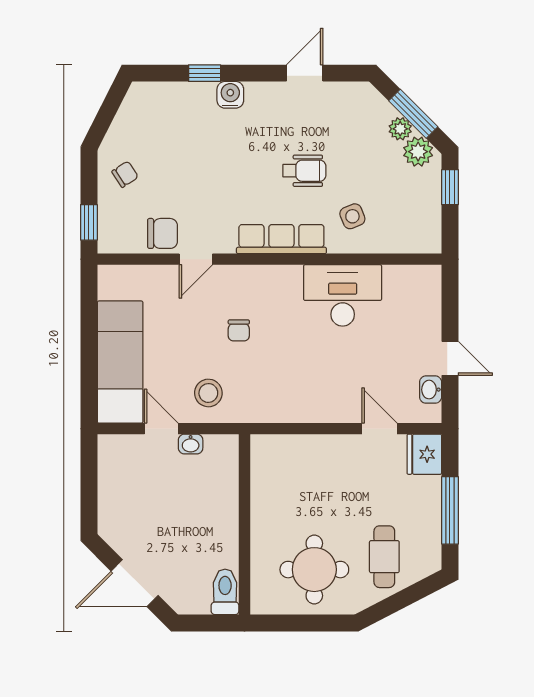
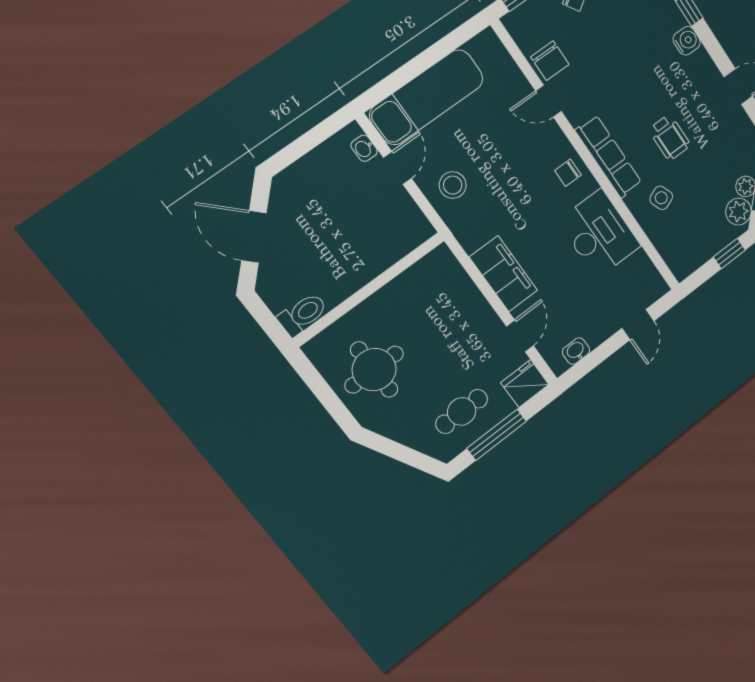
chair: (239, 330) -> (568, 173), moved
door: (450, 358) -> (638, 325), moved
filing cabinet: (315, 404) -> (503, 274), added
washbasin: (191, 444) -> (364, 148), moved
cafe table: (384, 557) -> (462, 411), moved

